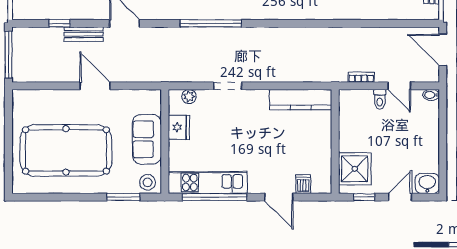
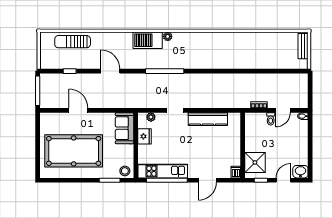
bench: (84, 34) -> (85, 78), removed
door: (443, 50) -> (310, 88), removed
door: (95, 86) -> (78, 110), moved
door: (399, 86) -> (283, 110), hinge flipped
kitchen counter: (301, 100) -> (208, 119), moved
sofa: (147, 139) -> (125, 128), moved
dishwasher: (303, 184) -> (236, 172), moved
door: (279, 197) -> (207, 180), hinge flipped

